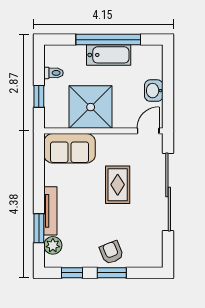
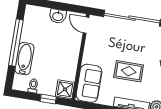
bathtub: (109, 55) -> (24, 59), moved
shower: (91, 107) -> (65, 89), moved, width x0.54, depth x0.54
rug: (118, 185) -> (129, 71), moved

